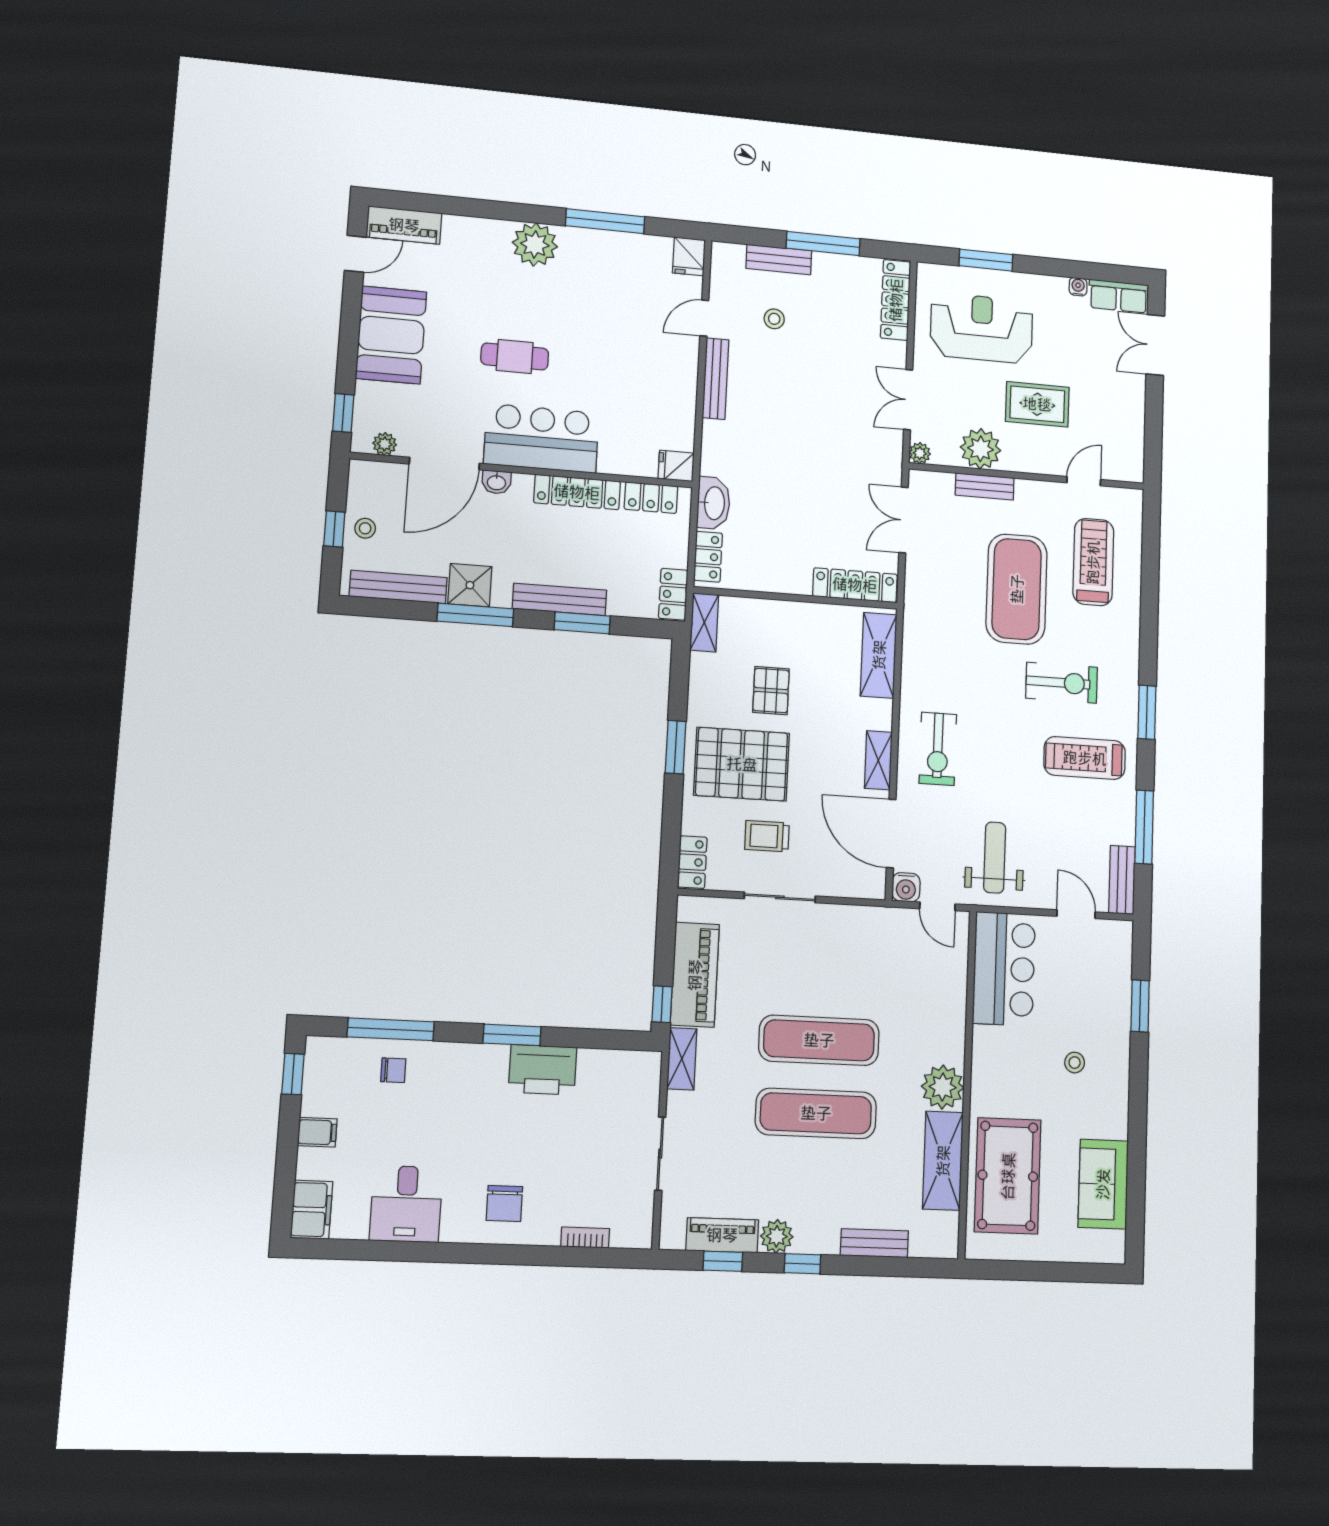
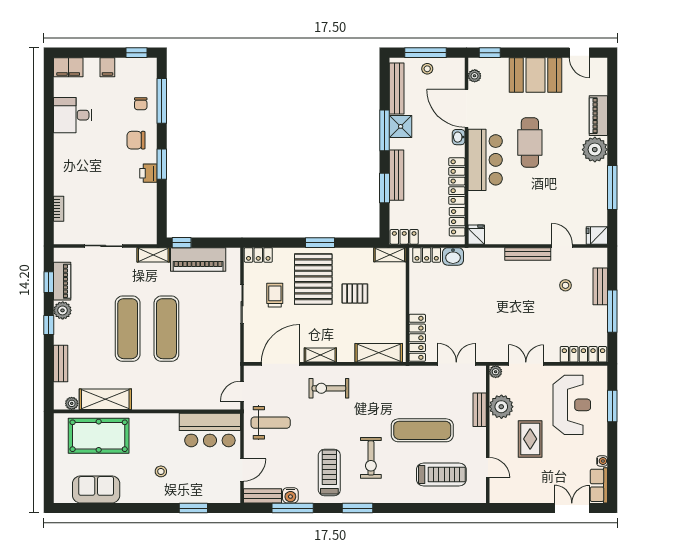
piano: (404, 225) -> (598, 116), moved
cafe table: (515, 356) -> (530, 142), width x1.37, depth x1.35
washbasin: (713, 503) -> (453, 256), width x0.72
window: (334, 529) -> (425, 53), width x2.17
exercise mat: (1017, 589) -> (422, 430), width x0.68
water cooler: (906, 887) -> (290, 495), moved, turned -90
printer: (543, 1070) -> (148, 173), width x0.53, depth x0.68
plant: (943, 1087) -> (72, 403), moved, width x0.53, depth x0.53
chair: (504, 1203) -> (136, 140), moved

